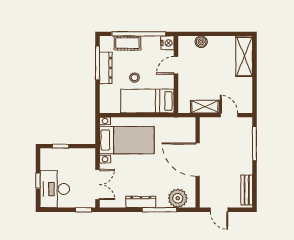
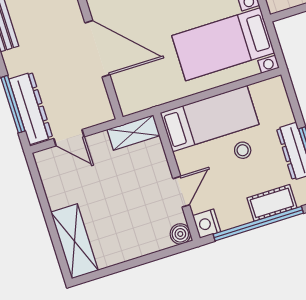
boiler: (201, 42) -> (180, 234), moved
shelving: (205, 107) -> (133, 133), moved
dresser: (245, 138) -> (31, 108), added

